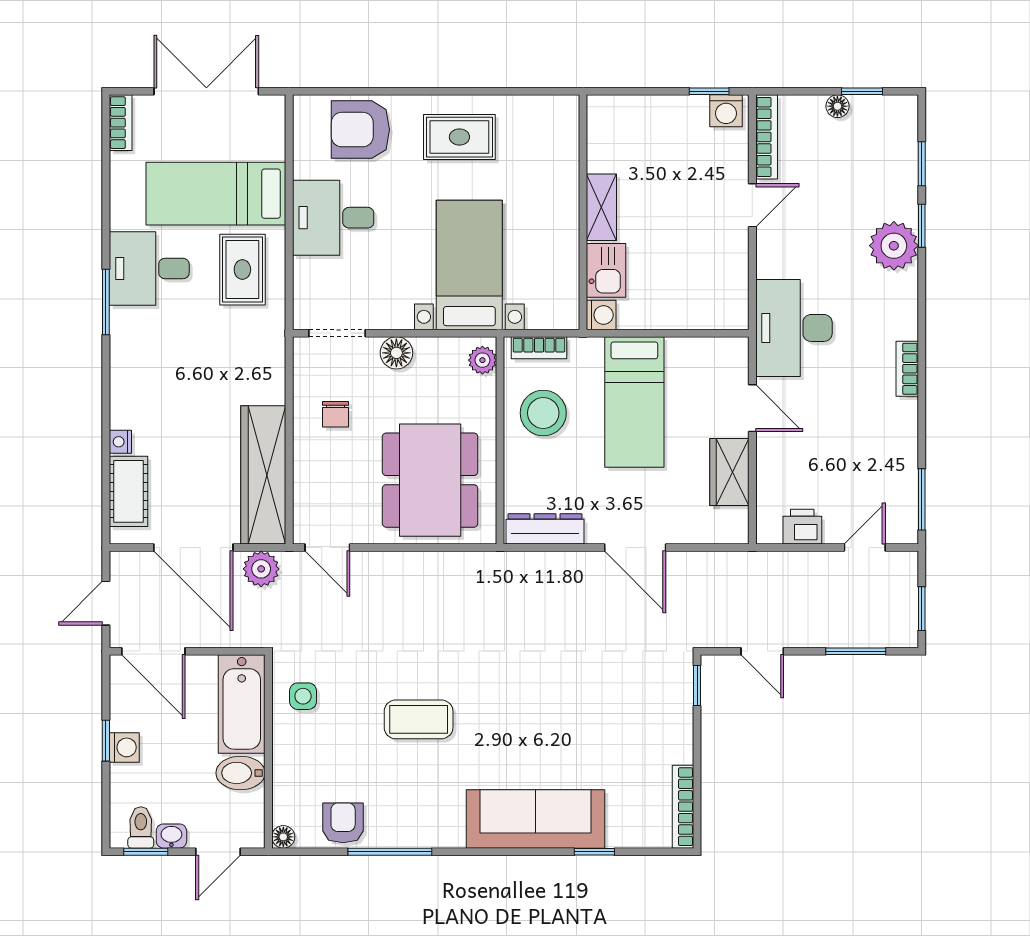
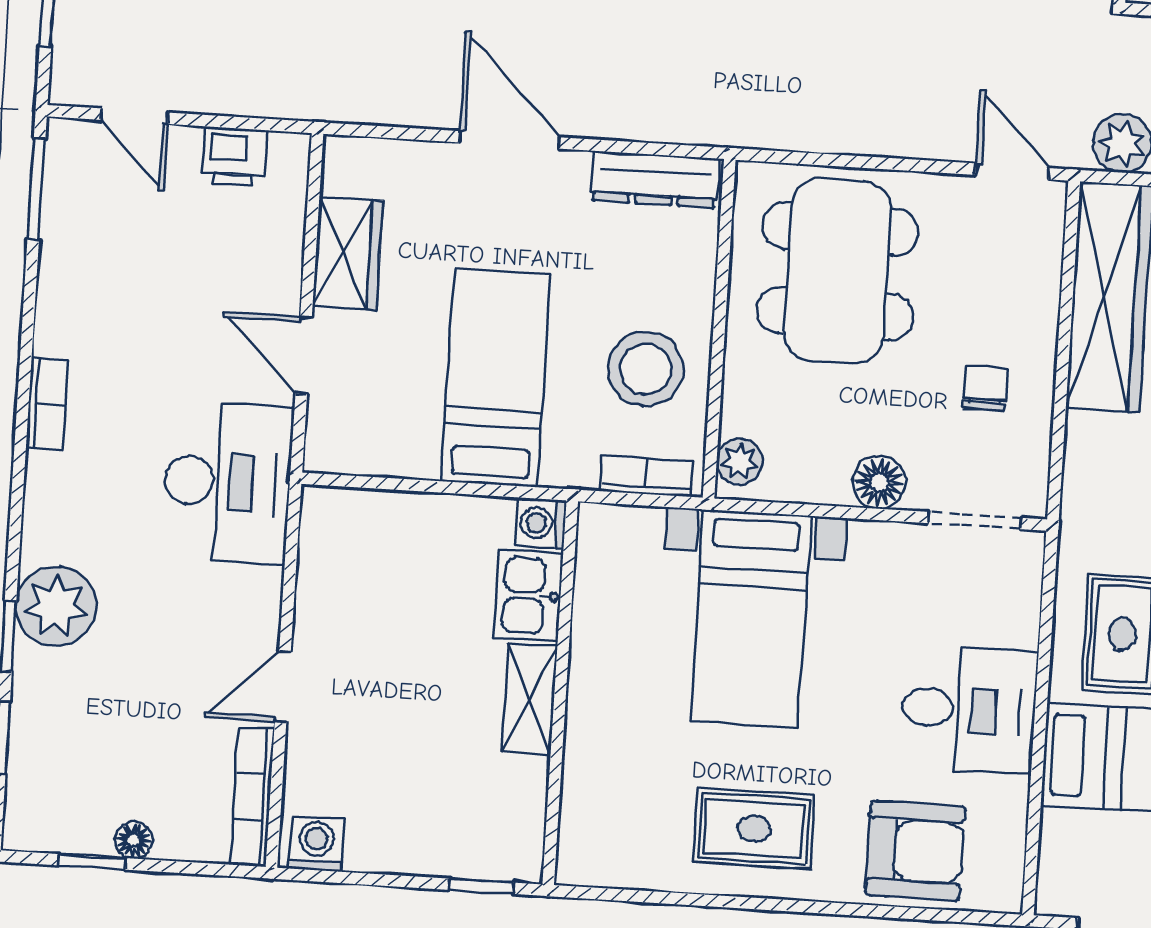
window: (709, 91) -> (481, 886), moved
door: (865, 548) -> (134, 116), hinge flipped

